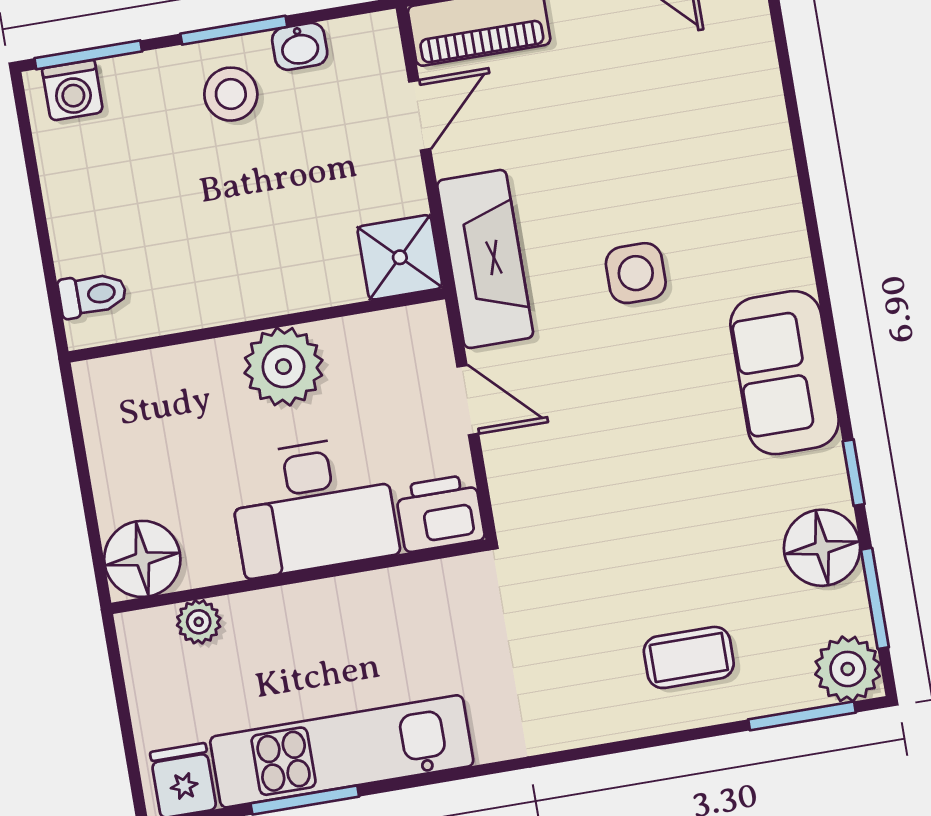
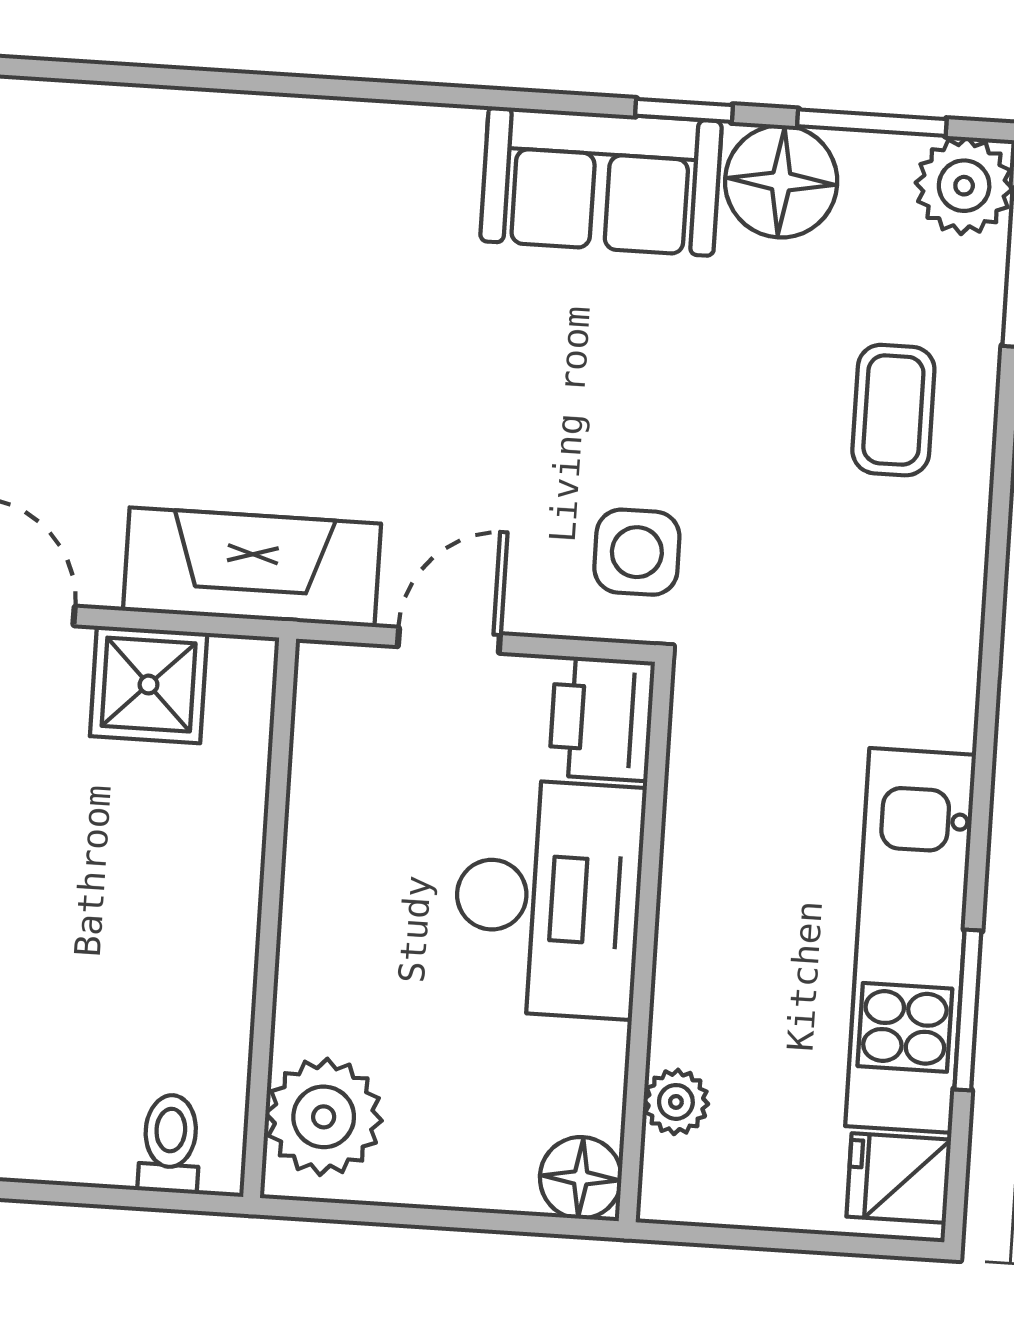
shower: (400, 257) -> (149, 685), moved
side table: (636, 273) -> (637, 552), moved
plant: (283, 367) -> (324, 1117), moved
sofa: (785, 373) -> (601, 181), moved
floor lamp: (142, 559) -> (581, 1178), width x0.73, depth x0.73

